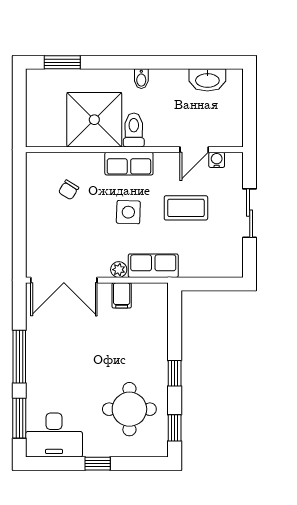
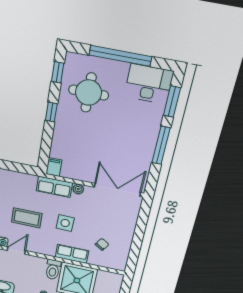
row of seats: (129, 164) -> (72, 254), moved
filing cabinet: (122, 295) -> (54, 167), moved
window: (98, 464) -> (120, 56), width x3.17

